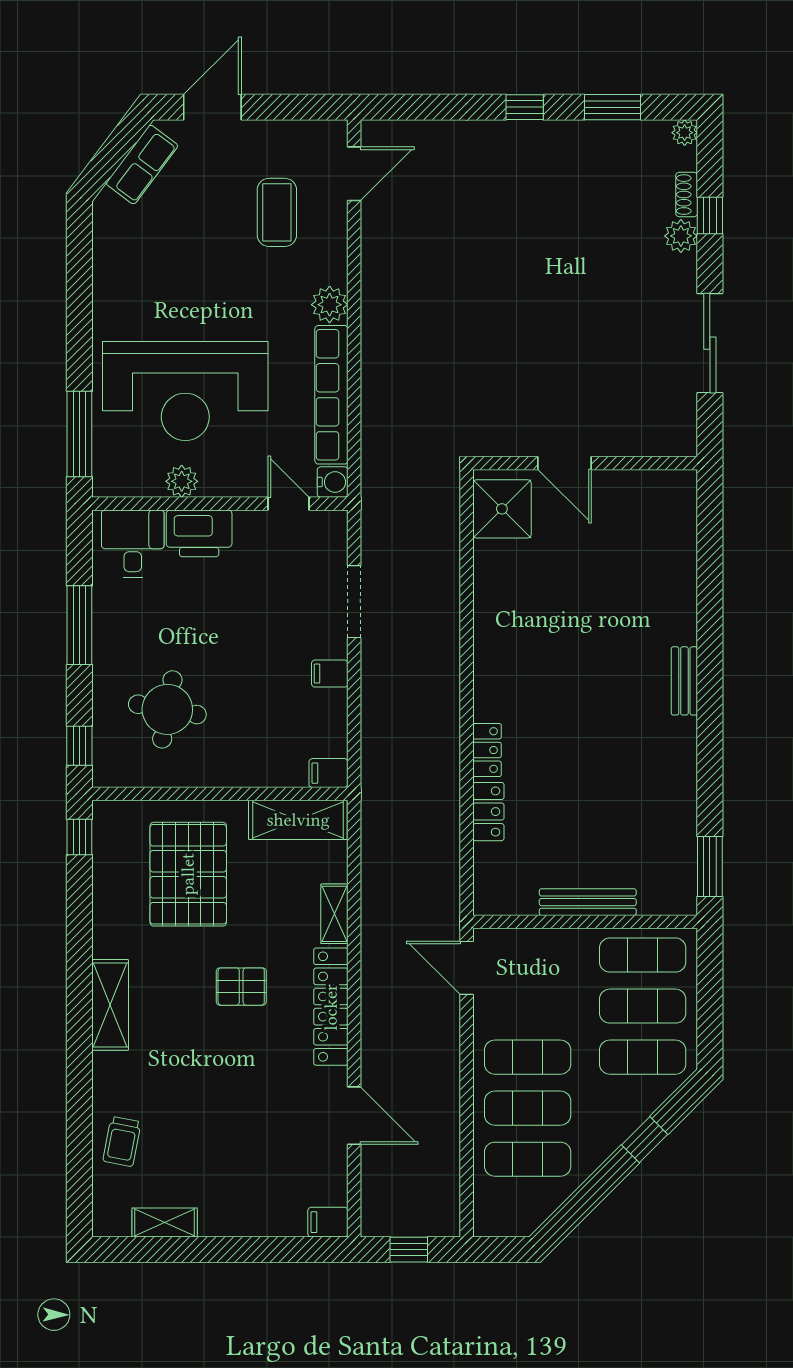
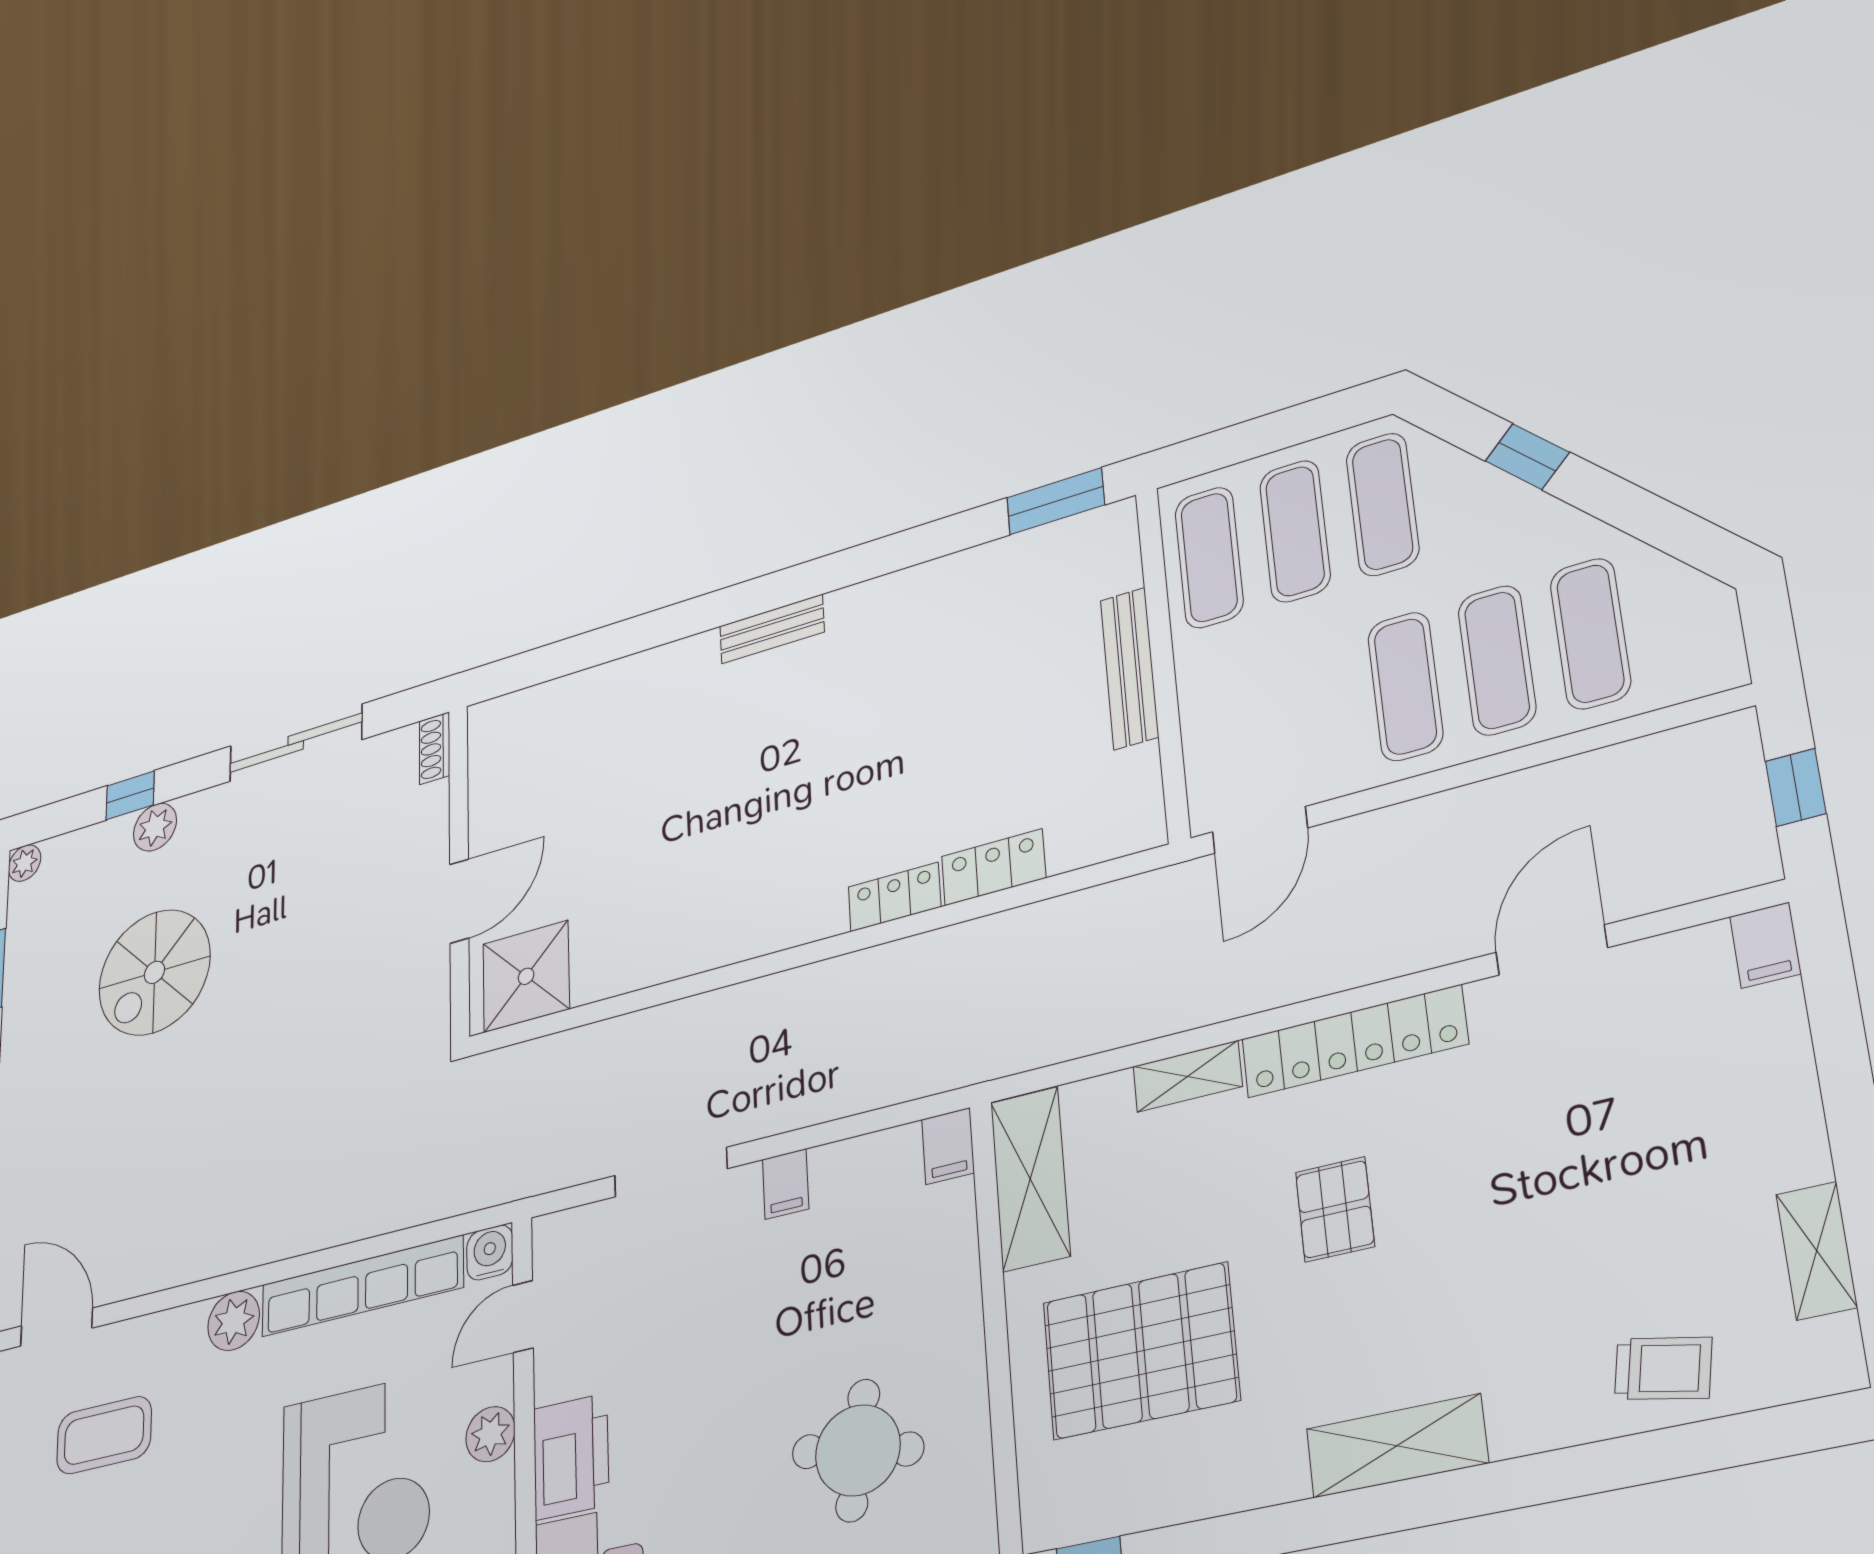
shoe rack: (687, 195) -> (435, 748), moved, turned 90
spiral stairs: (577, 239) -> (154, 972), added
plant: (182, 481) -> (490, 1434), moved

